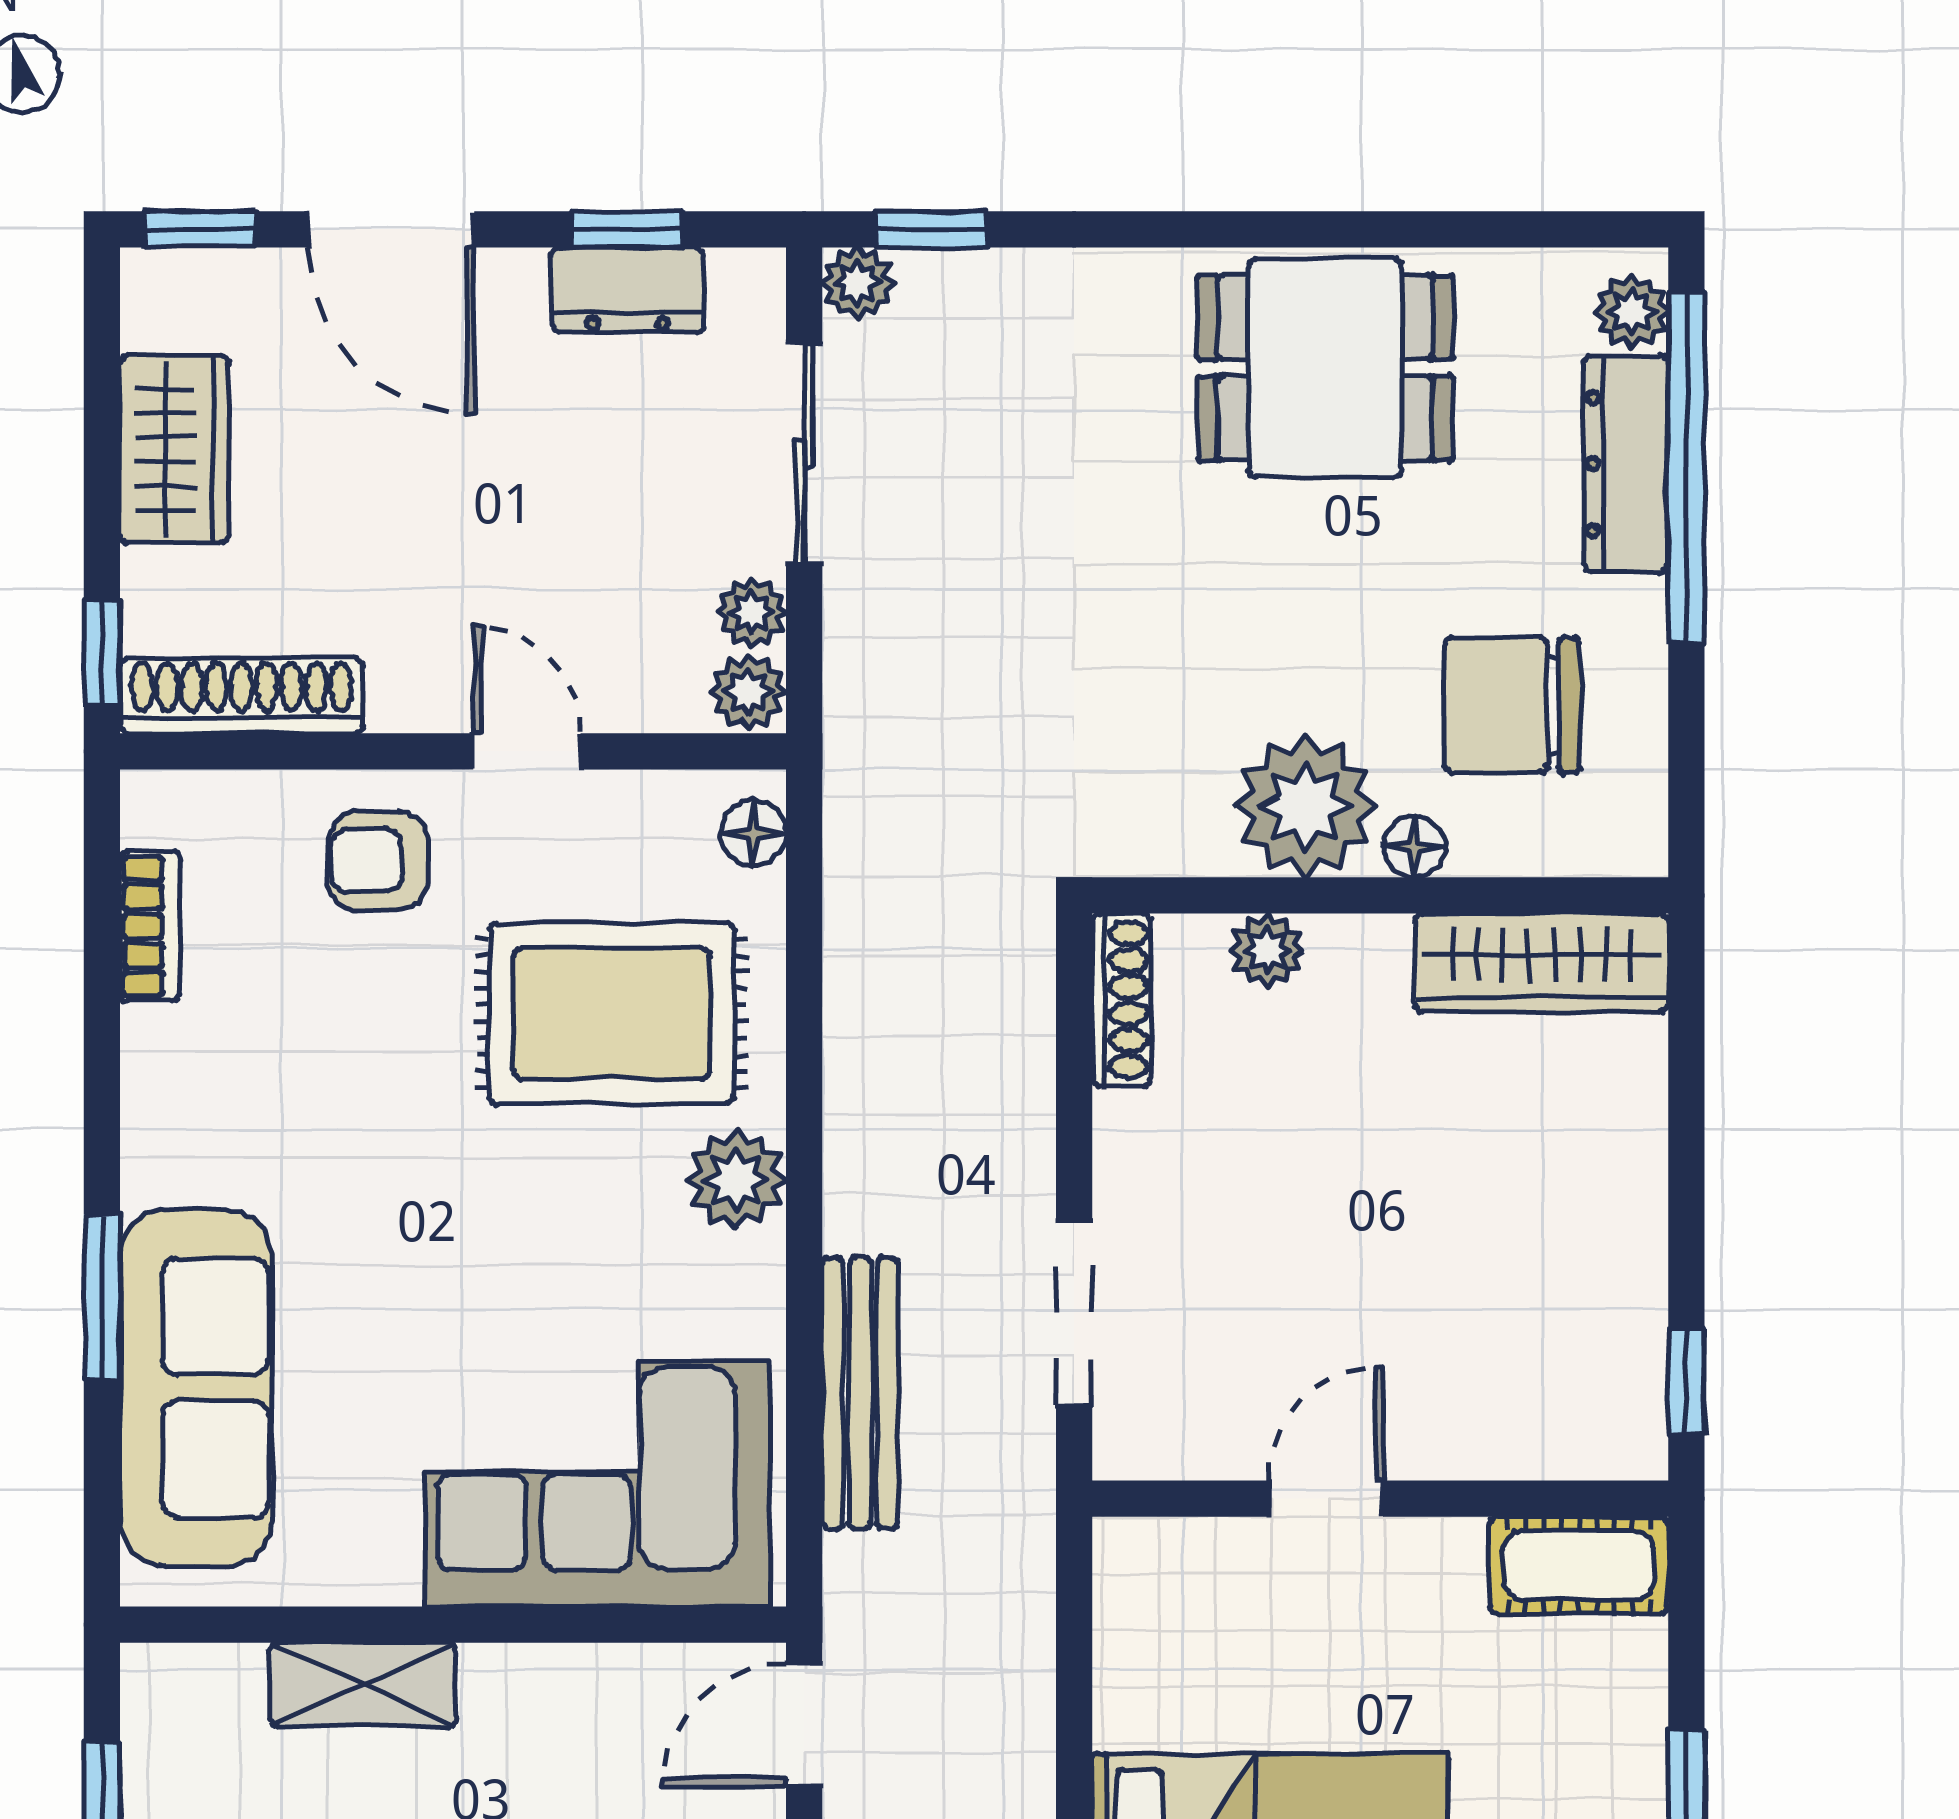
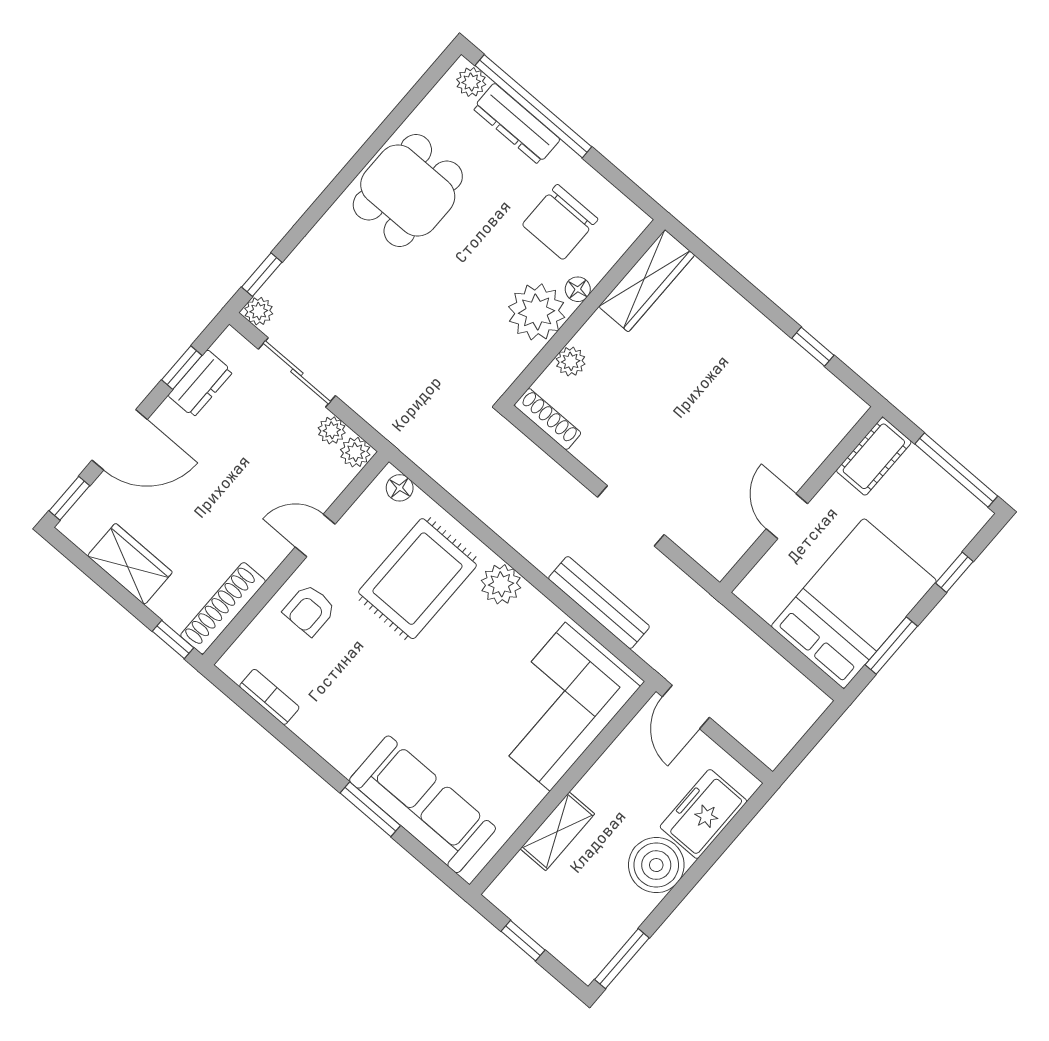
door: (1326, 1499) -> (787, 516), moved
wall: (1380, 1499) -> (801, 500), moved
cot: (1579, 1565) -> (874, 456), moved

